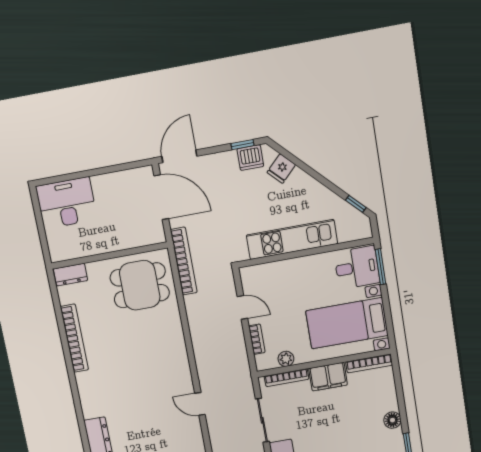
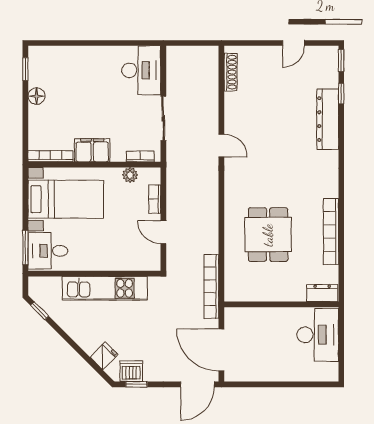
desk: (66, 203) -> (318, 335), moved, turned -90
dining table: (140, 285) -> (268, 235), moved, turned 90
bookcase: (287, 378) -> (140, 156), width x0.64

